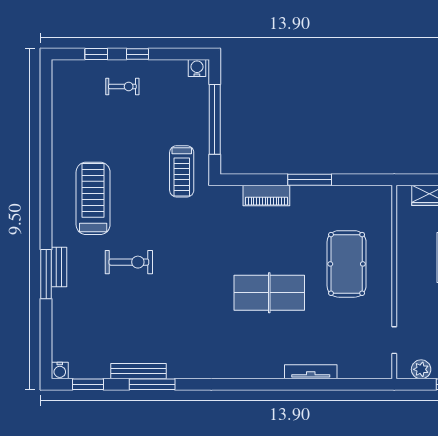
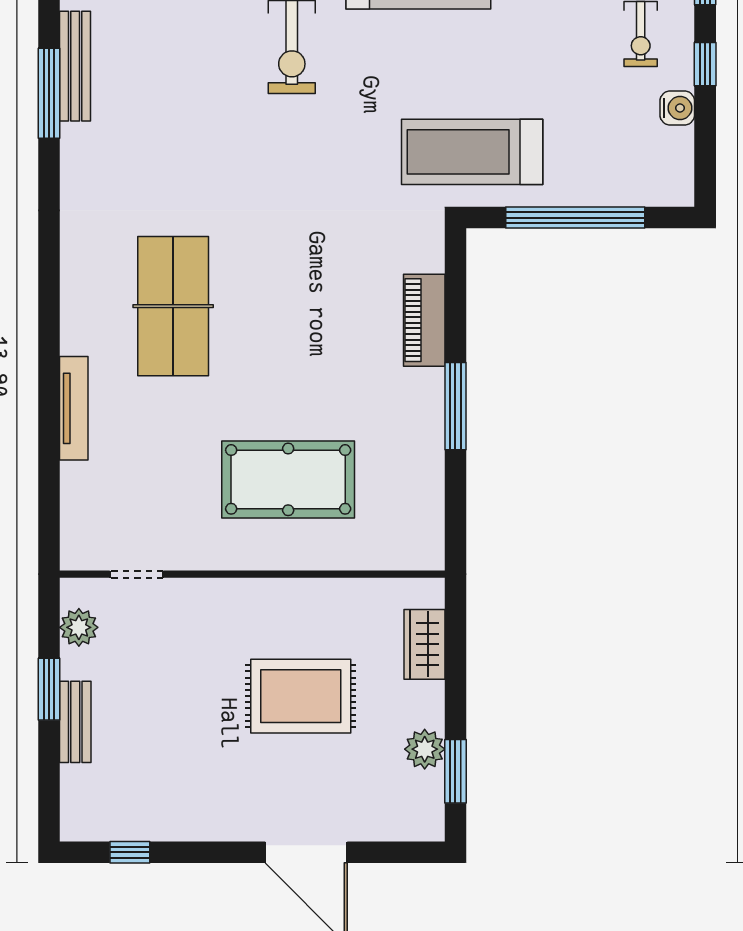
water cooler: (197, 68) -> (677, 108), moved
treadmill: (182, 171) -> (472, 152), width x1.37, depth x1.38
table tennis table: (269, 293) -> (173, 306), moved

